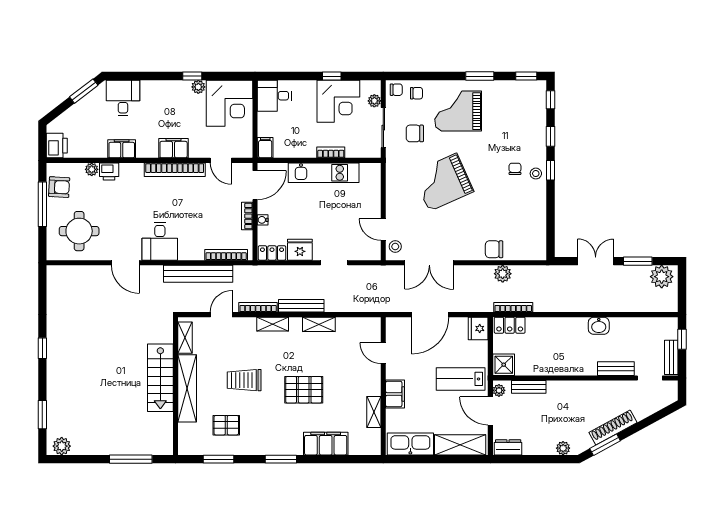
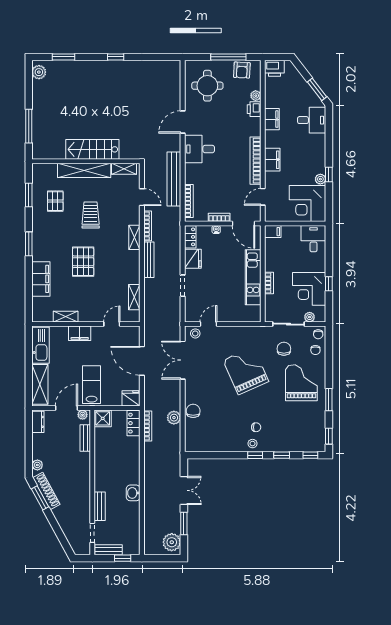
shelving: (319, 324) -> (134, 297), moved
shoe rack: (613, 428) -> (46, 491), moved

